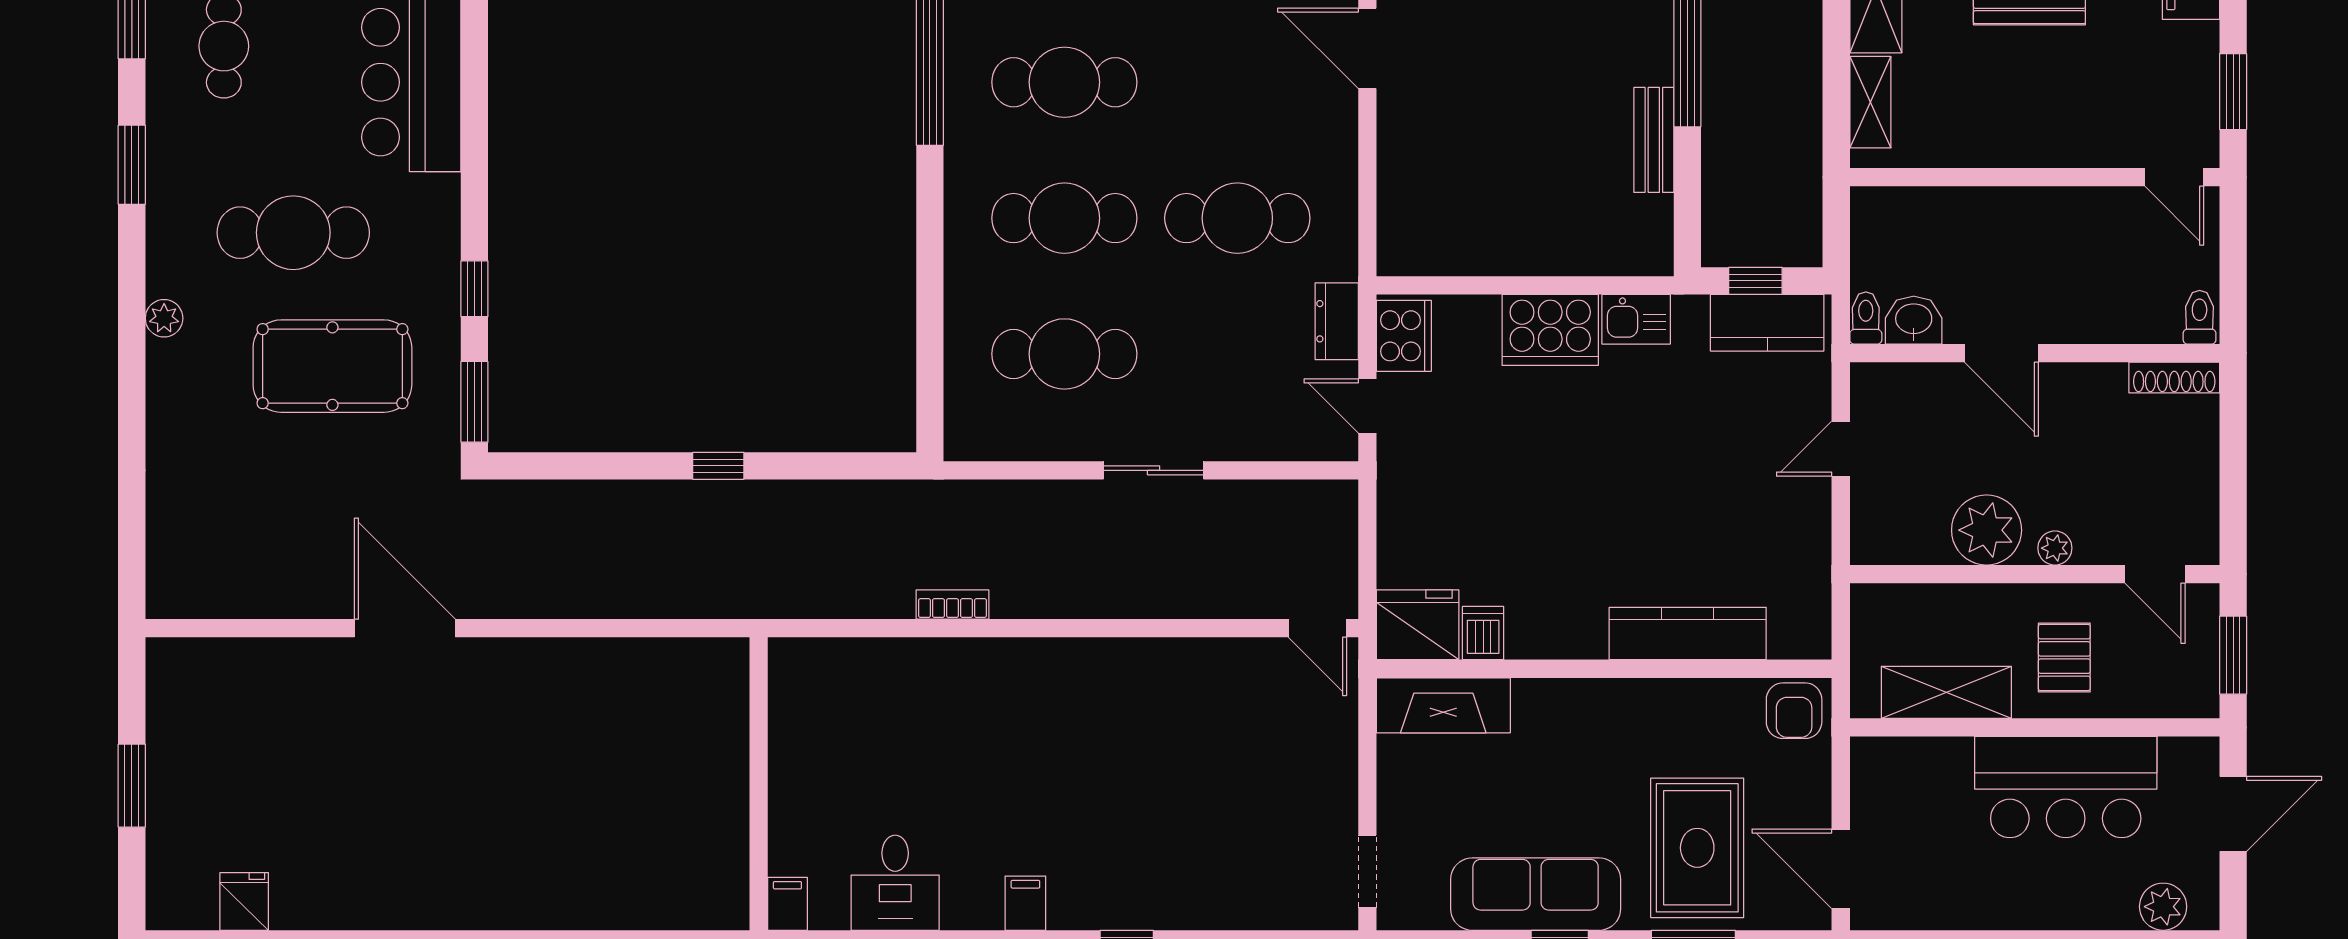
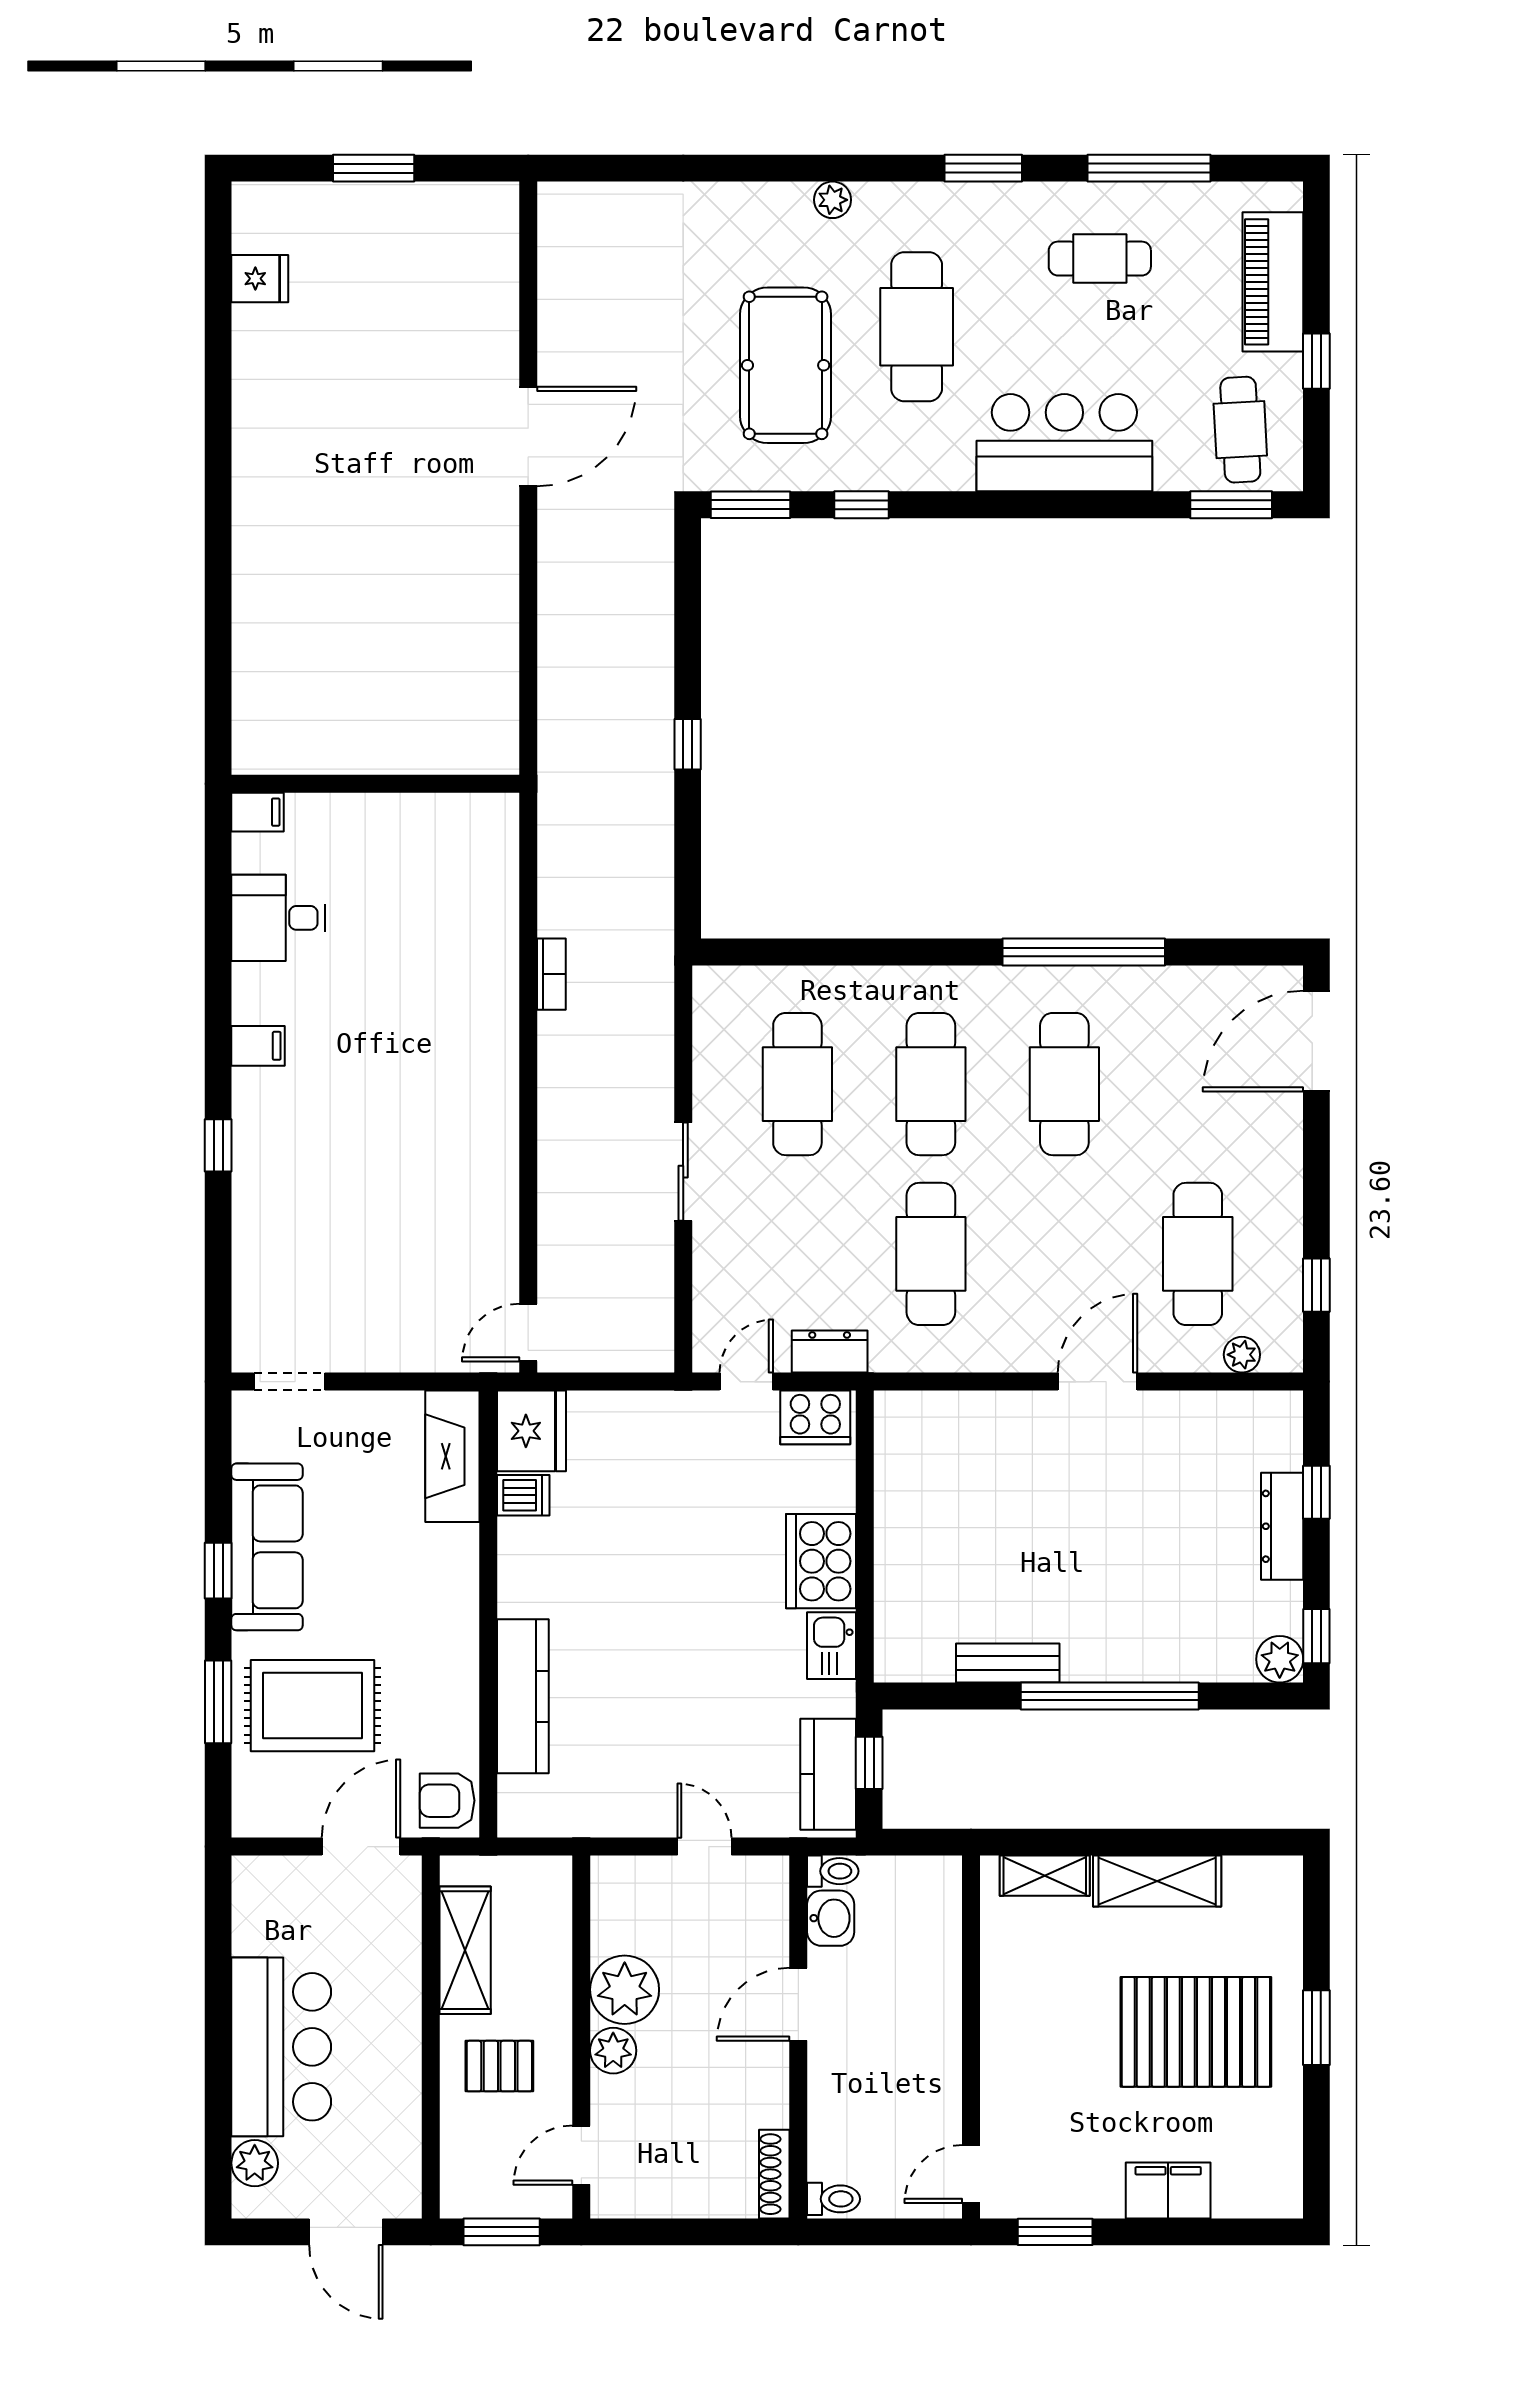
plant: (2055, 548) -> (613, 2051), width x1.38, depth x1.38
bar counter: (2066, 787) -> (281, 2047), moved, turned 180
door: (1841, 869) -> (361, 1847), moved

